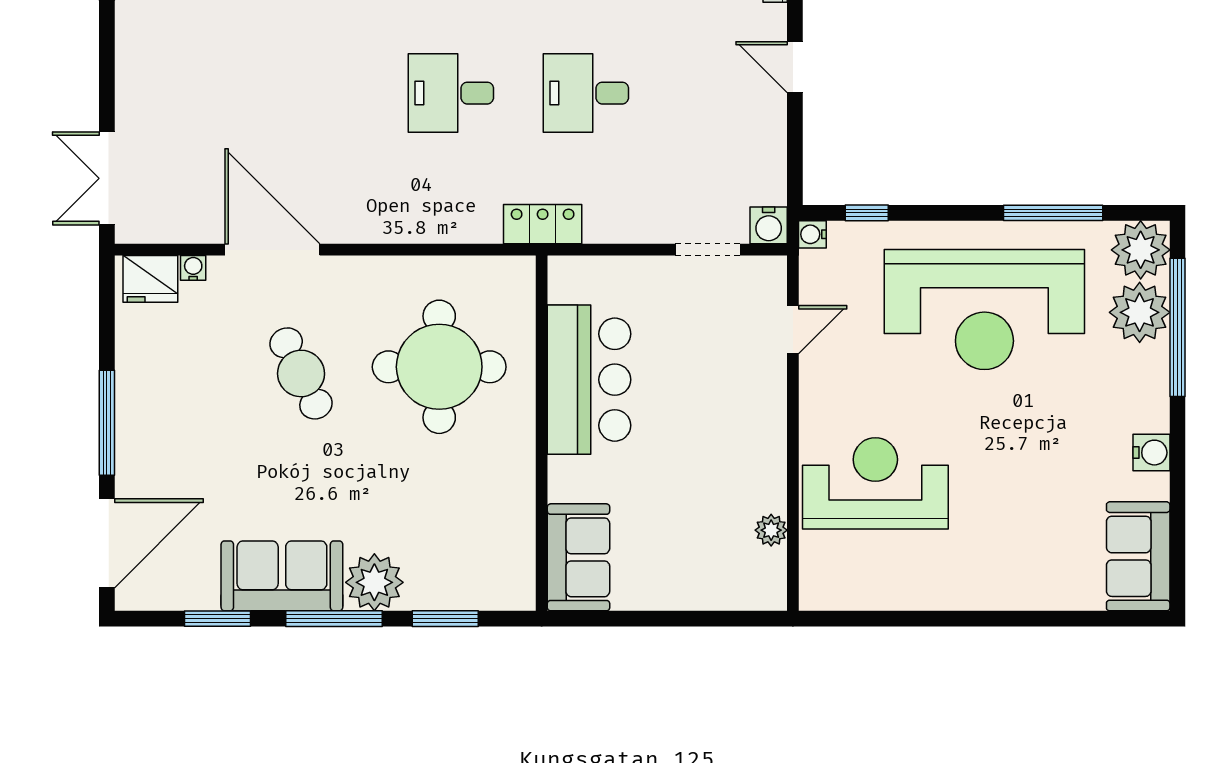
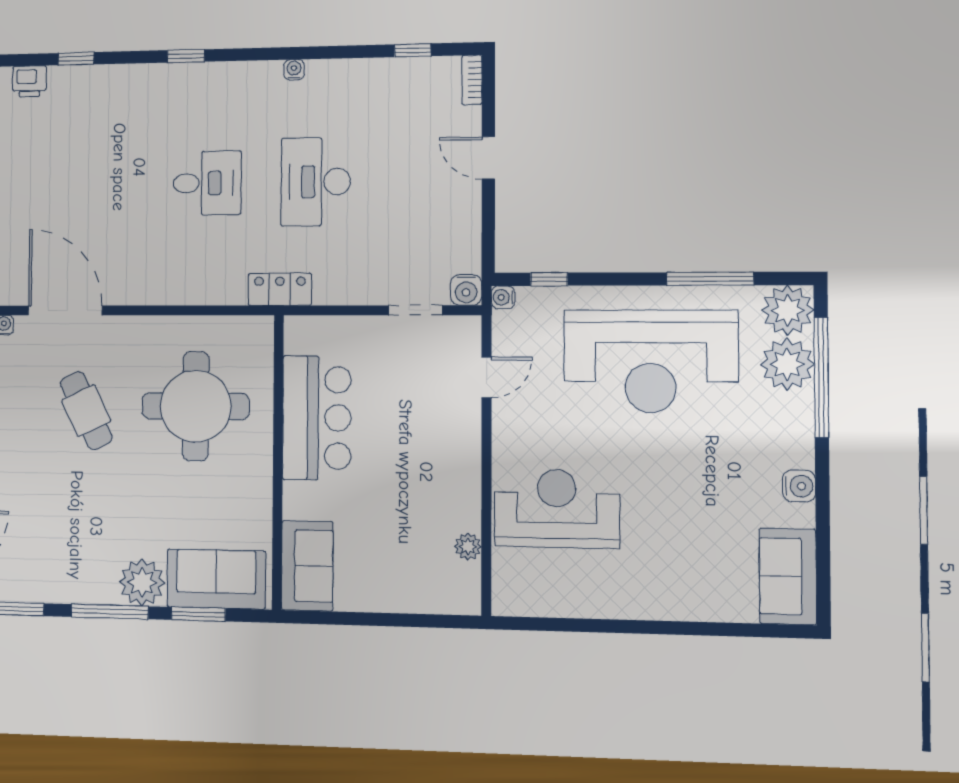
desk: (451, 93) -> (207, 183), turned 180
desk: (586, 93) -> (316, 182), width x1.37
sofa: (282, 576) -> (216, 579), moved

